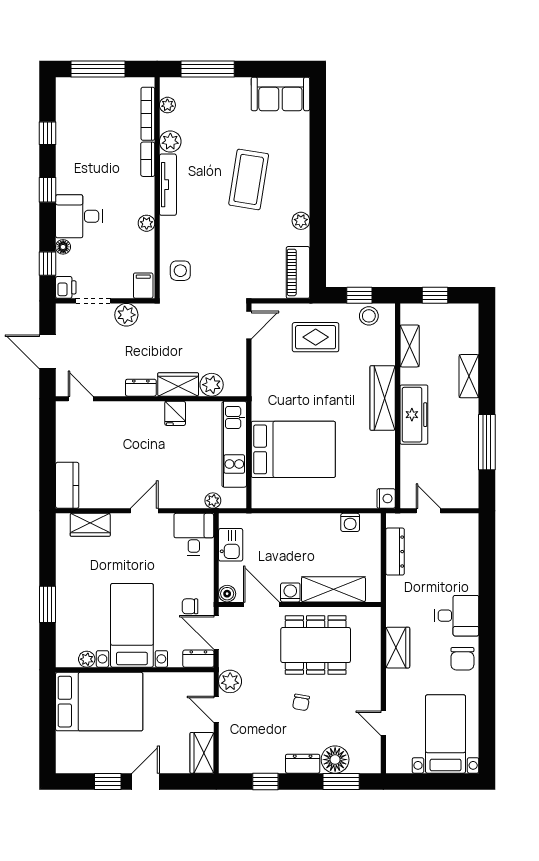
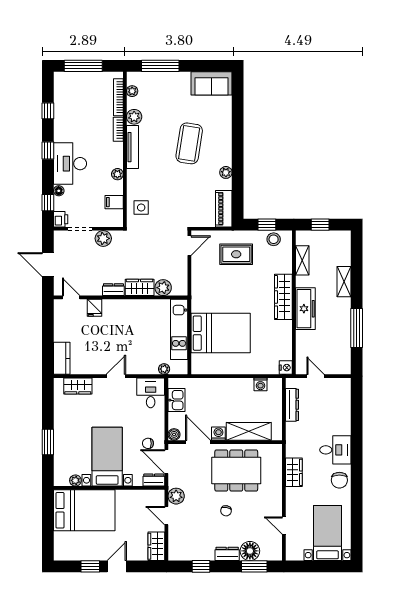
desk: (79, 216) -> (70, 164), width x1.37
filing cabinet: (143, 286) -> (114, 202), moved, turned -90
fridge: (175, 413) -> (95, 308), moved

